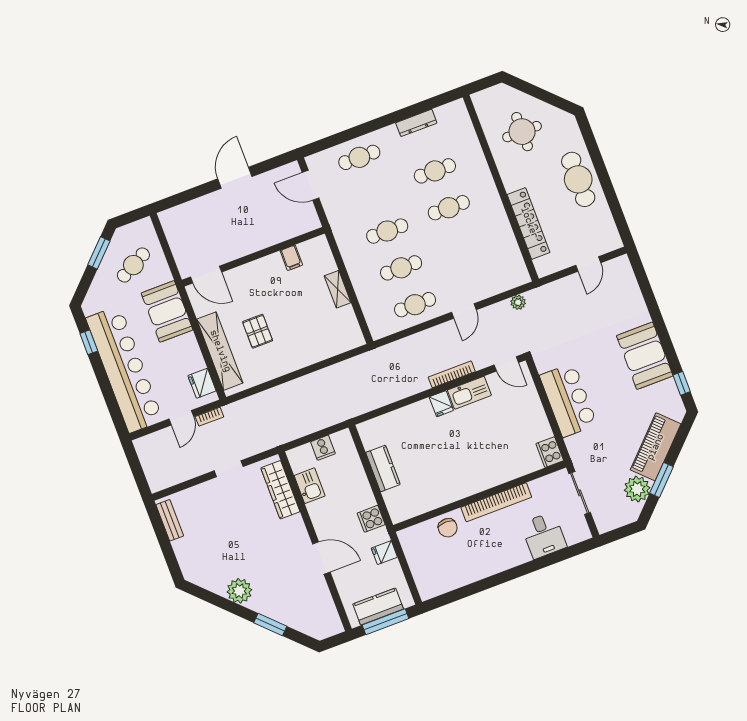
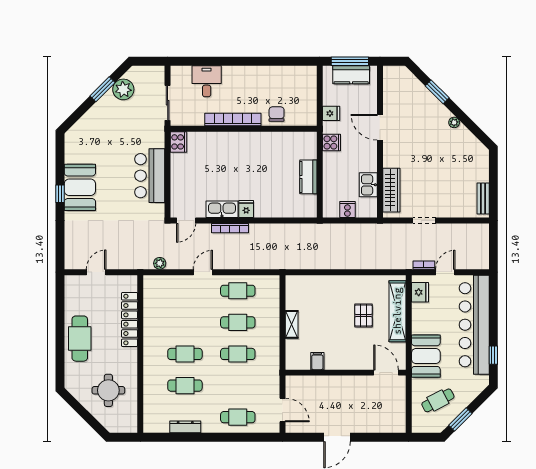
door: (506, 364) -> (186, 221), swing flipped
window: (682, 383) -> (60, 194), moved
piano: (656, 447) -> (98, 116), removed
plant: (239, 591) -> (454, 122), width x0.53, depth x0.53

